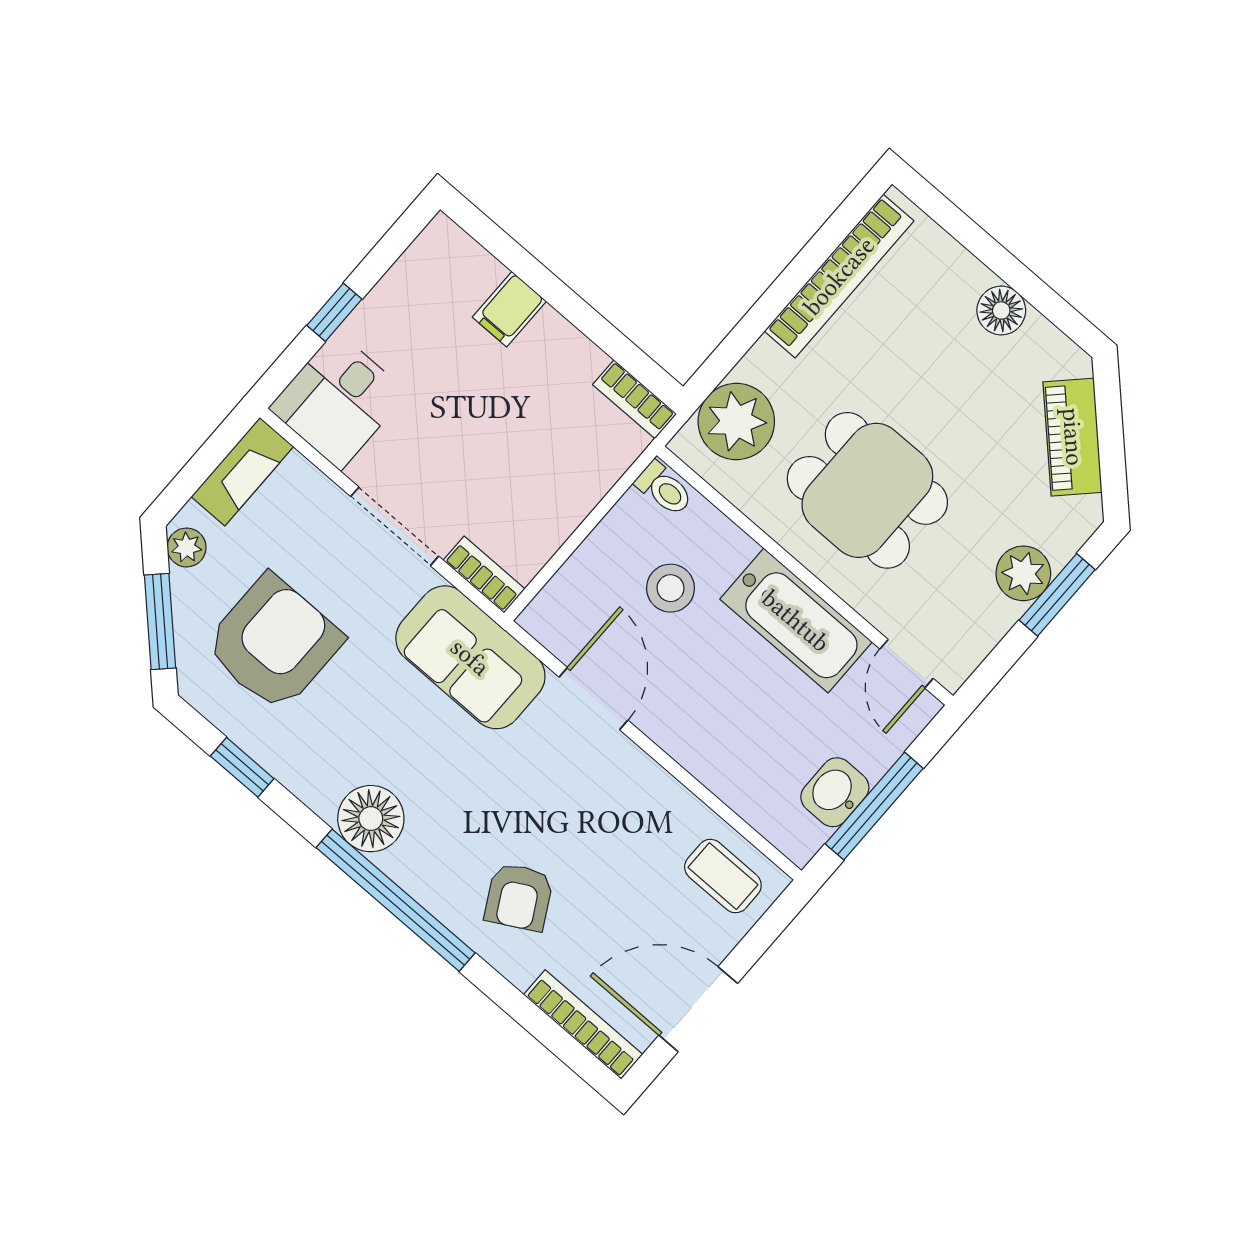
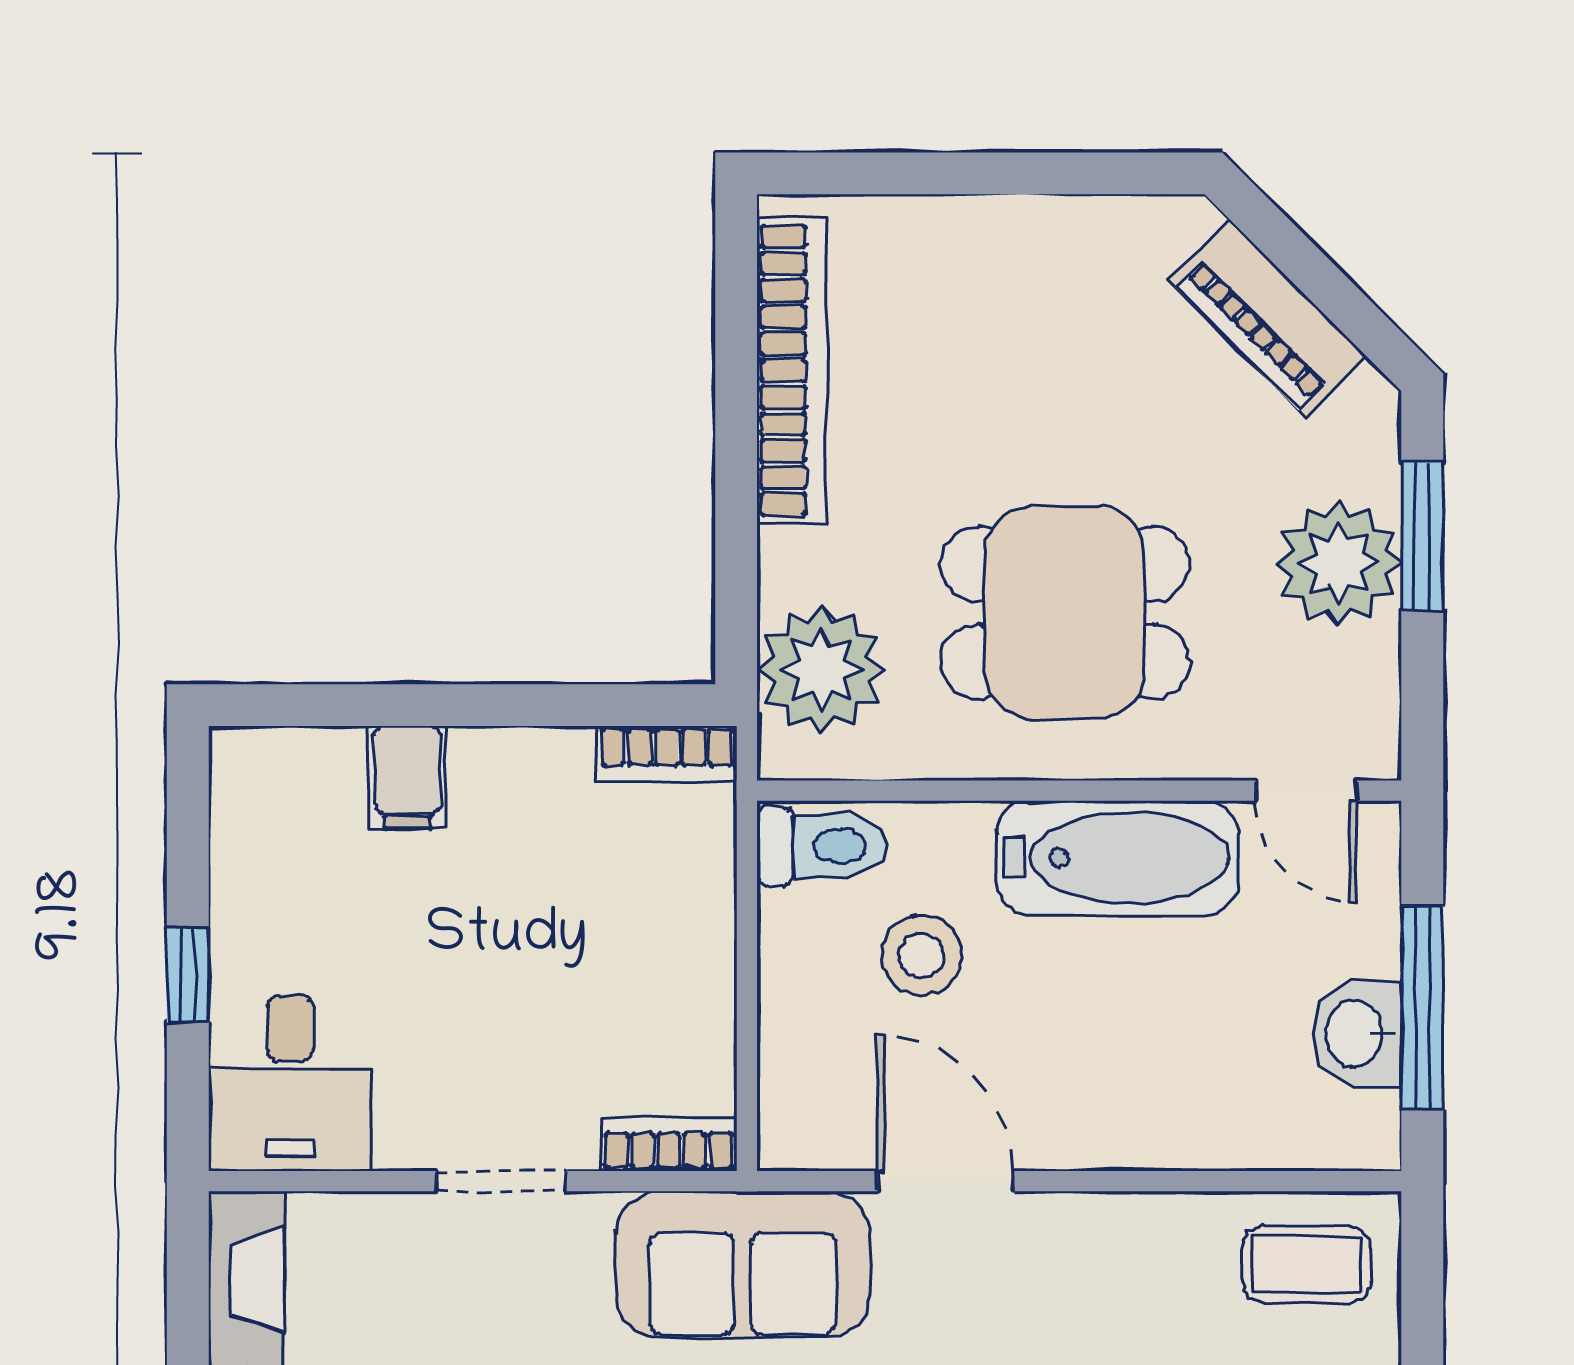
floor lamp: (1001, 310) -> (1037, 235), removed
toilet: (664, 489) -> (822, 846), width x1.37, depth x1.39
doorway: (395, 526) -> (501, 1181), width x0.73
plant: (1023, 573) -> (1339, 563), width x1.36, depth x1.36

